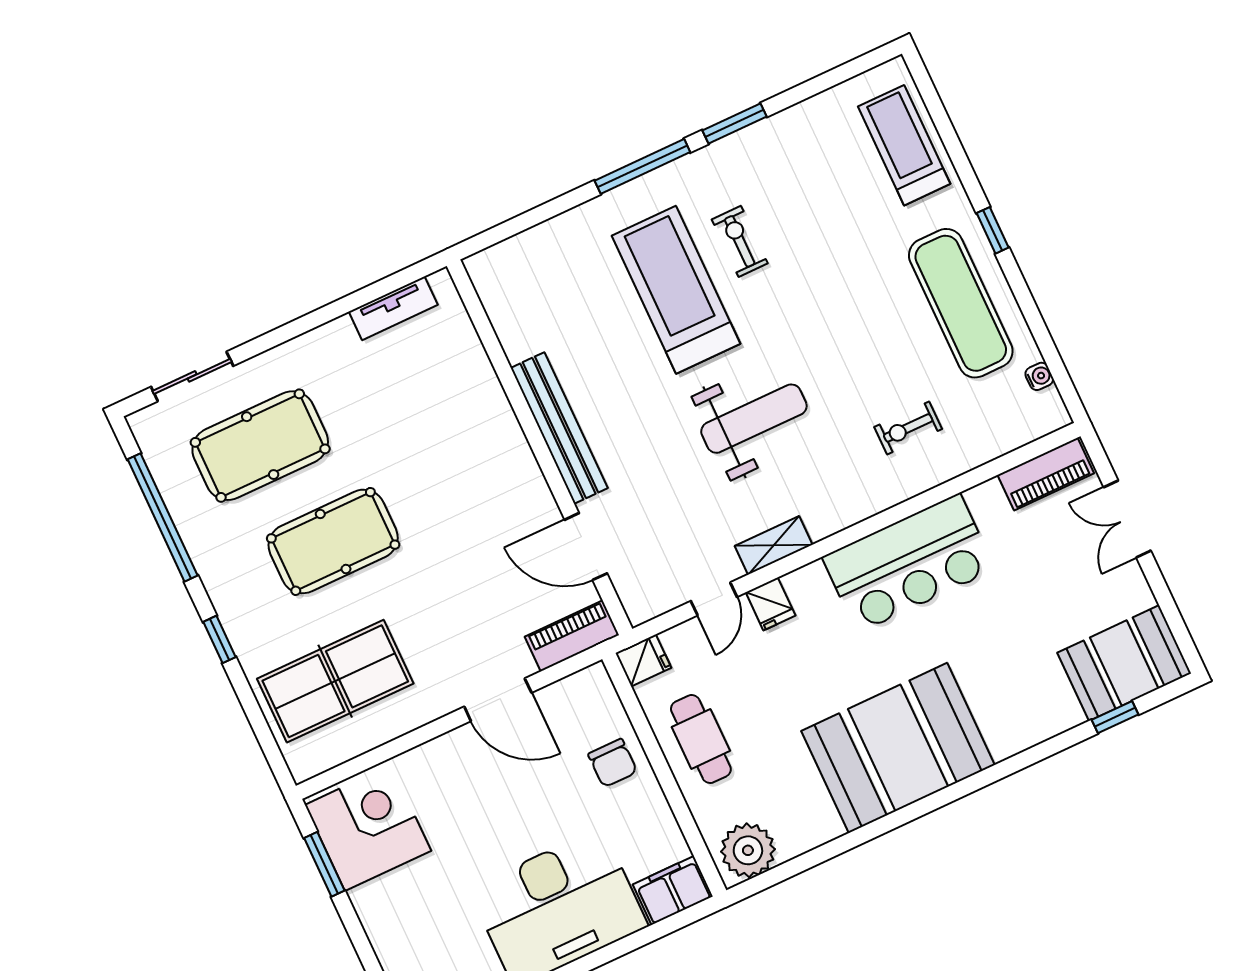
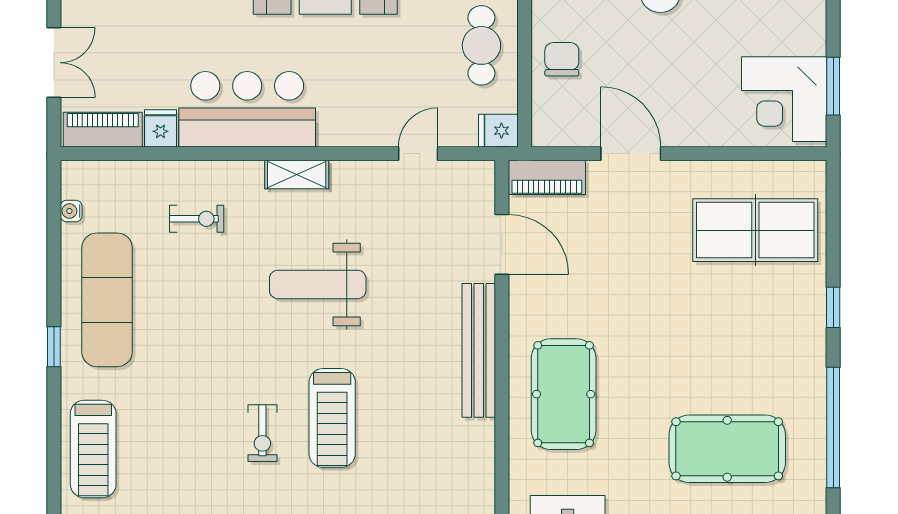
treadmill: (676, 290) -> (332, 418), width x0.73, depth x0.73
pool table: (333, 541) -> (564, 394), moved, turned 90
shelving: (774, 545) -> (297, 175), moved
fridge: (771, 604) -> (161, 128), moved

